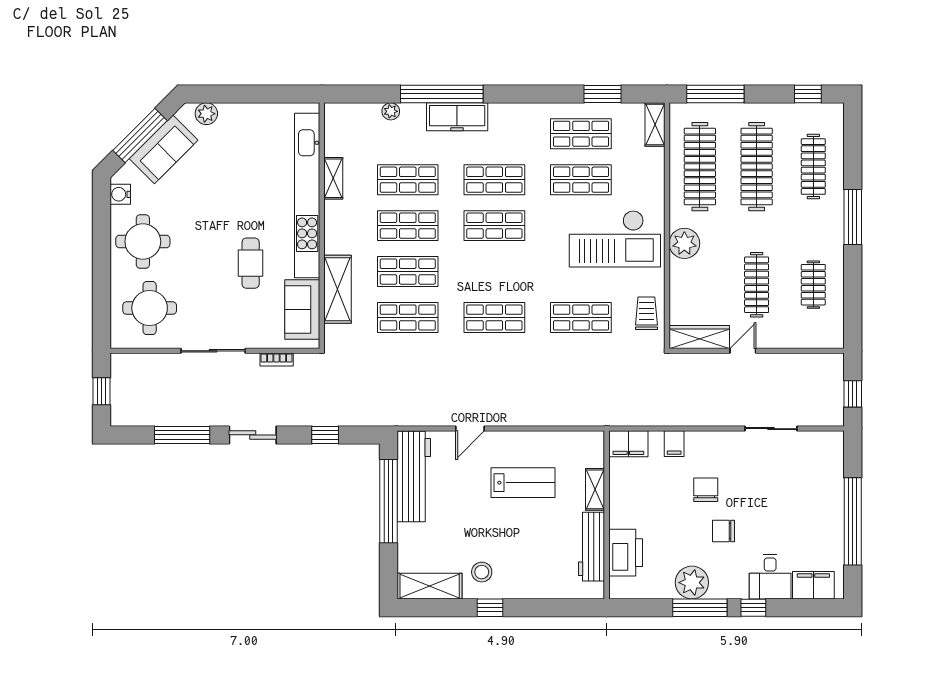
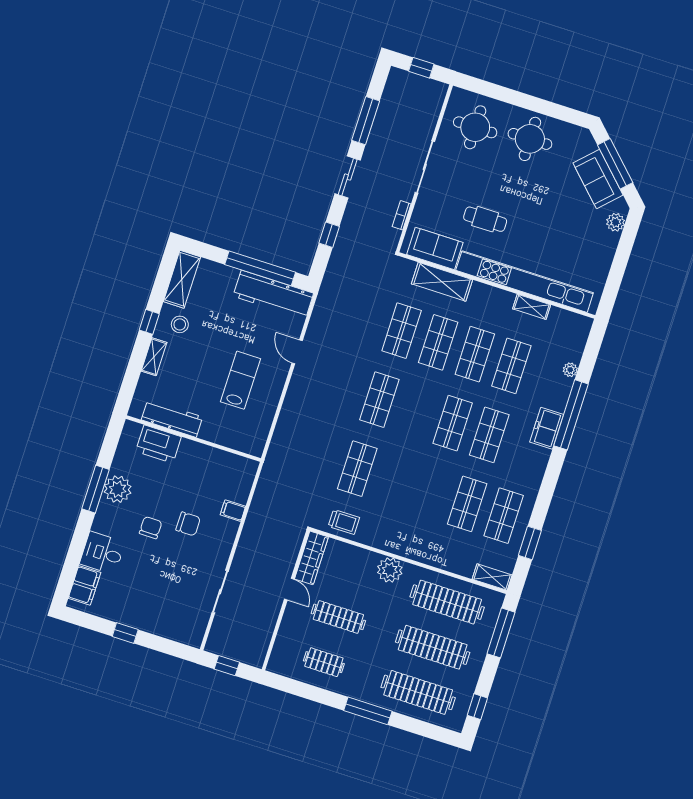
freezer: (457, 117) -> (547, 428), width x0.71
clothes rail: (813, 167) -> (418, 692), width x1.37, depth x1.31
water cooler: (120, 194) -> (573, 133), removed
checkout: (615, 239) -> (411, 516), removed
filing cabinet: (628, 444) -> (244, 474), removed
lab bench: (523, 483) -> (241, 380), turned 180
shelving: (595, 489) -> (154, 357), moved, turned 90
window: (853, 521) -> (125, 633), width x0.32
window: (753, 608) -> (82, 532), removed

